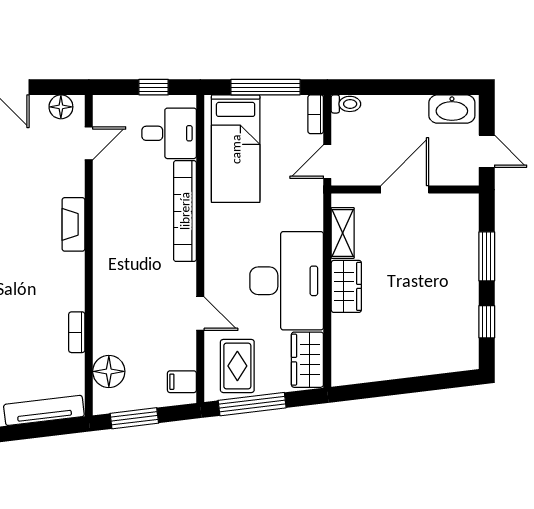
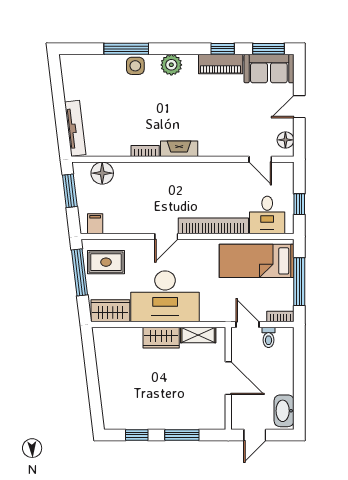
toilet: (346, 104) -> (269, 337), moved
fireplace: (74, 224) -> (179, 149), moved
door: (200, 314) -> (166, 236), moved
bookcase: (77, 332) -> (145, 151), moved

